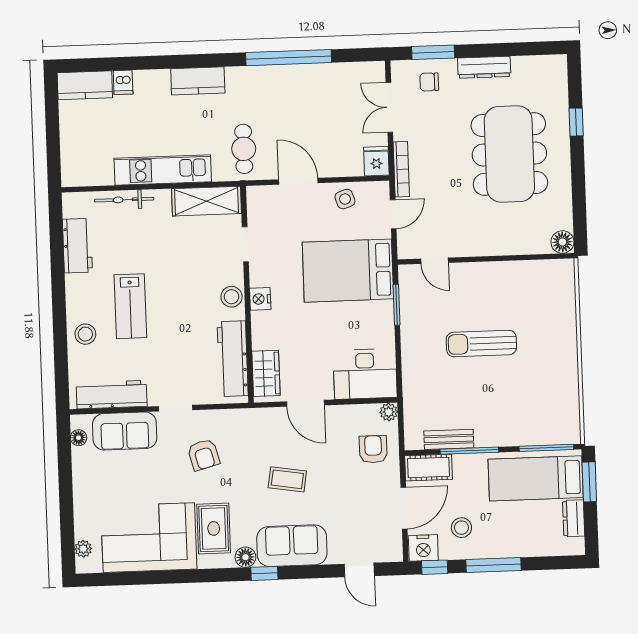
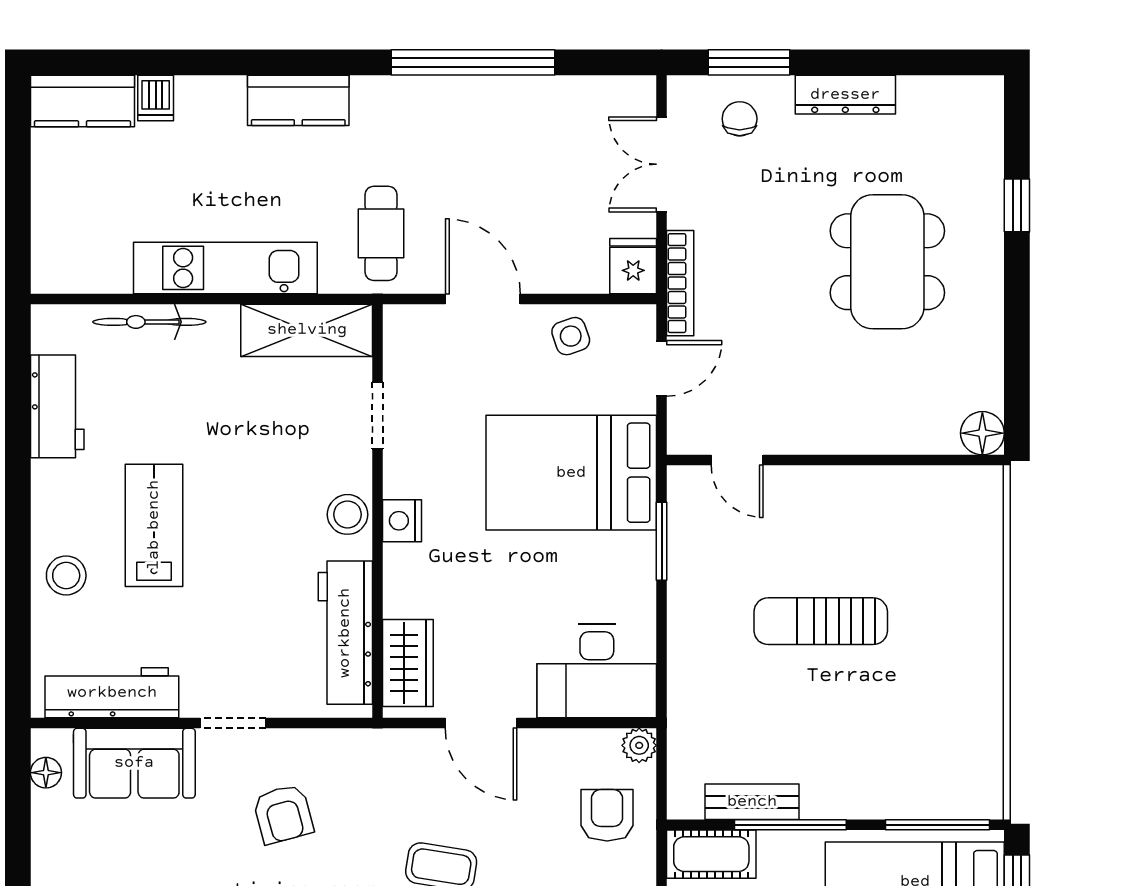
chair: (429, 82) -> (740, 119), turned 90
dining table: (509, 154) -> (887, 262), width x0.73, depth x0.80
lab bench: (130, 306) -> (154, 525), turned 180

